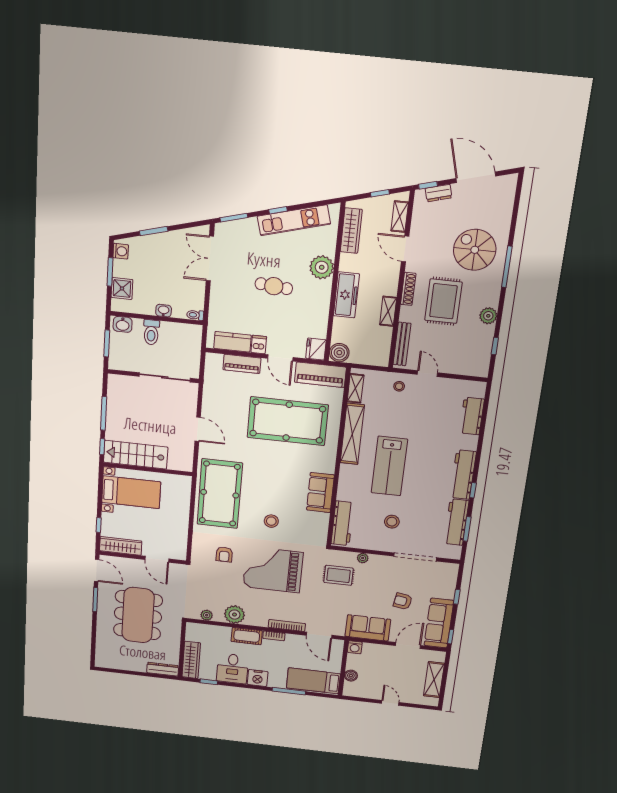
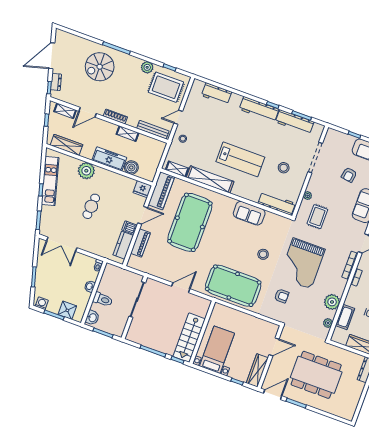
rug: (443, 301) -> (166, 87), moved
boiler: (339, 353) -> (131, 167), moved
cot: (247, 636) -> (345, 317), moved

